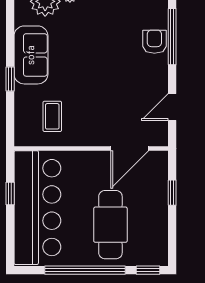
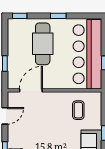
window: (85, 270) -> (58, 16), width x0.32

